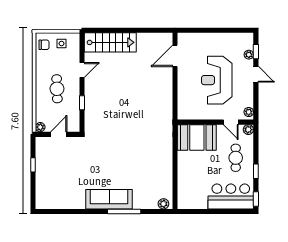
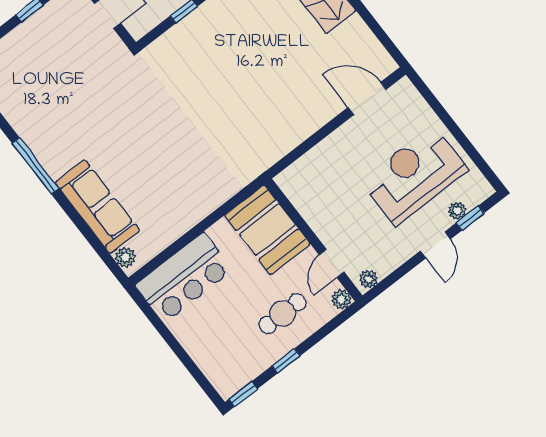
reception desk: (217, 80) -> (414, 175), moved
bar counter: (231, 196) -> (184, 278), moved, turned 90
sofa: (109, 199) -> (97, 207), moved
window: (124, 211) -> (36, 166), moved

